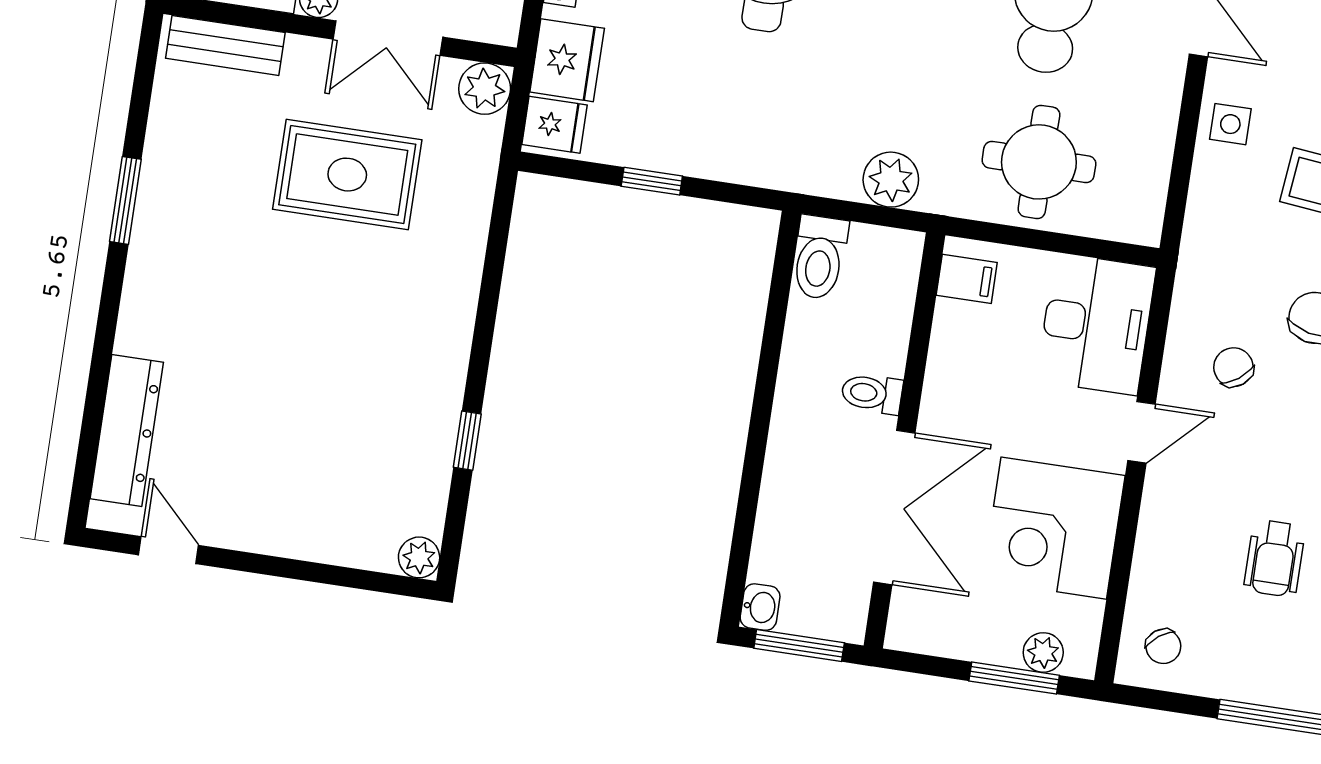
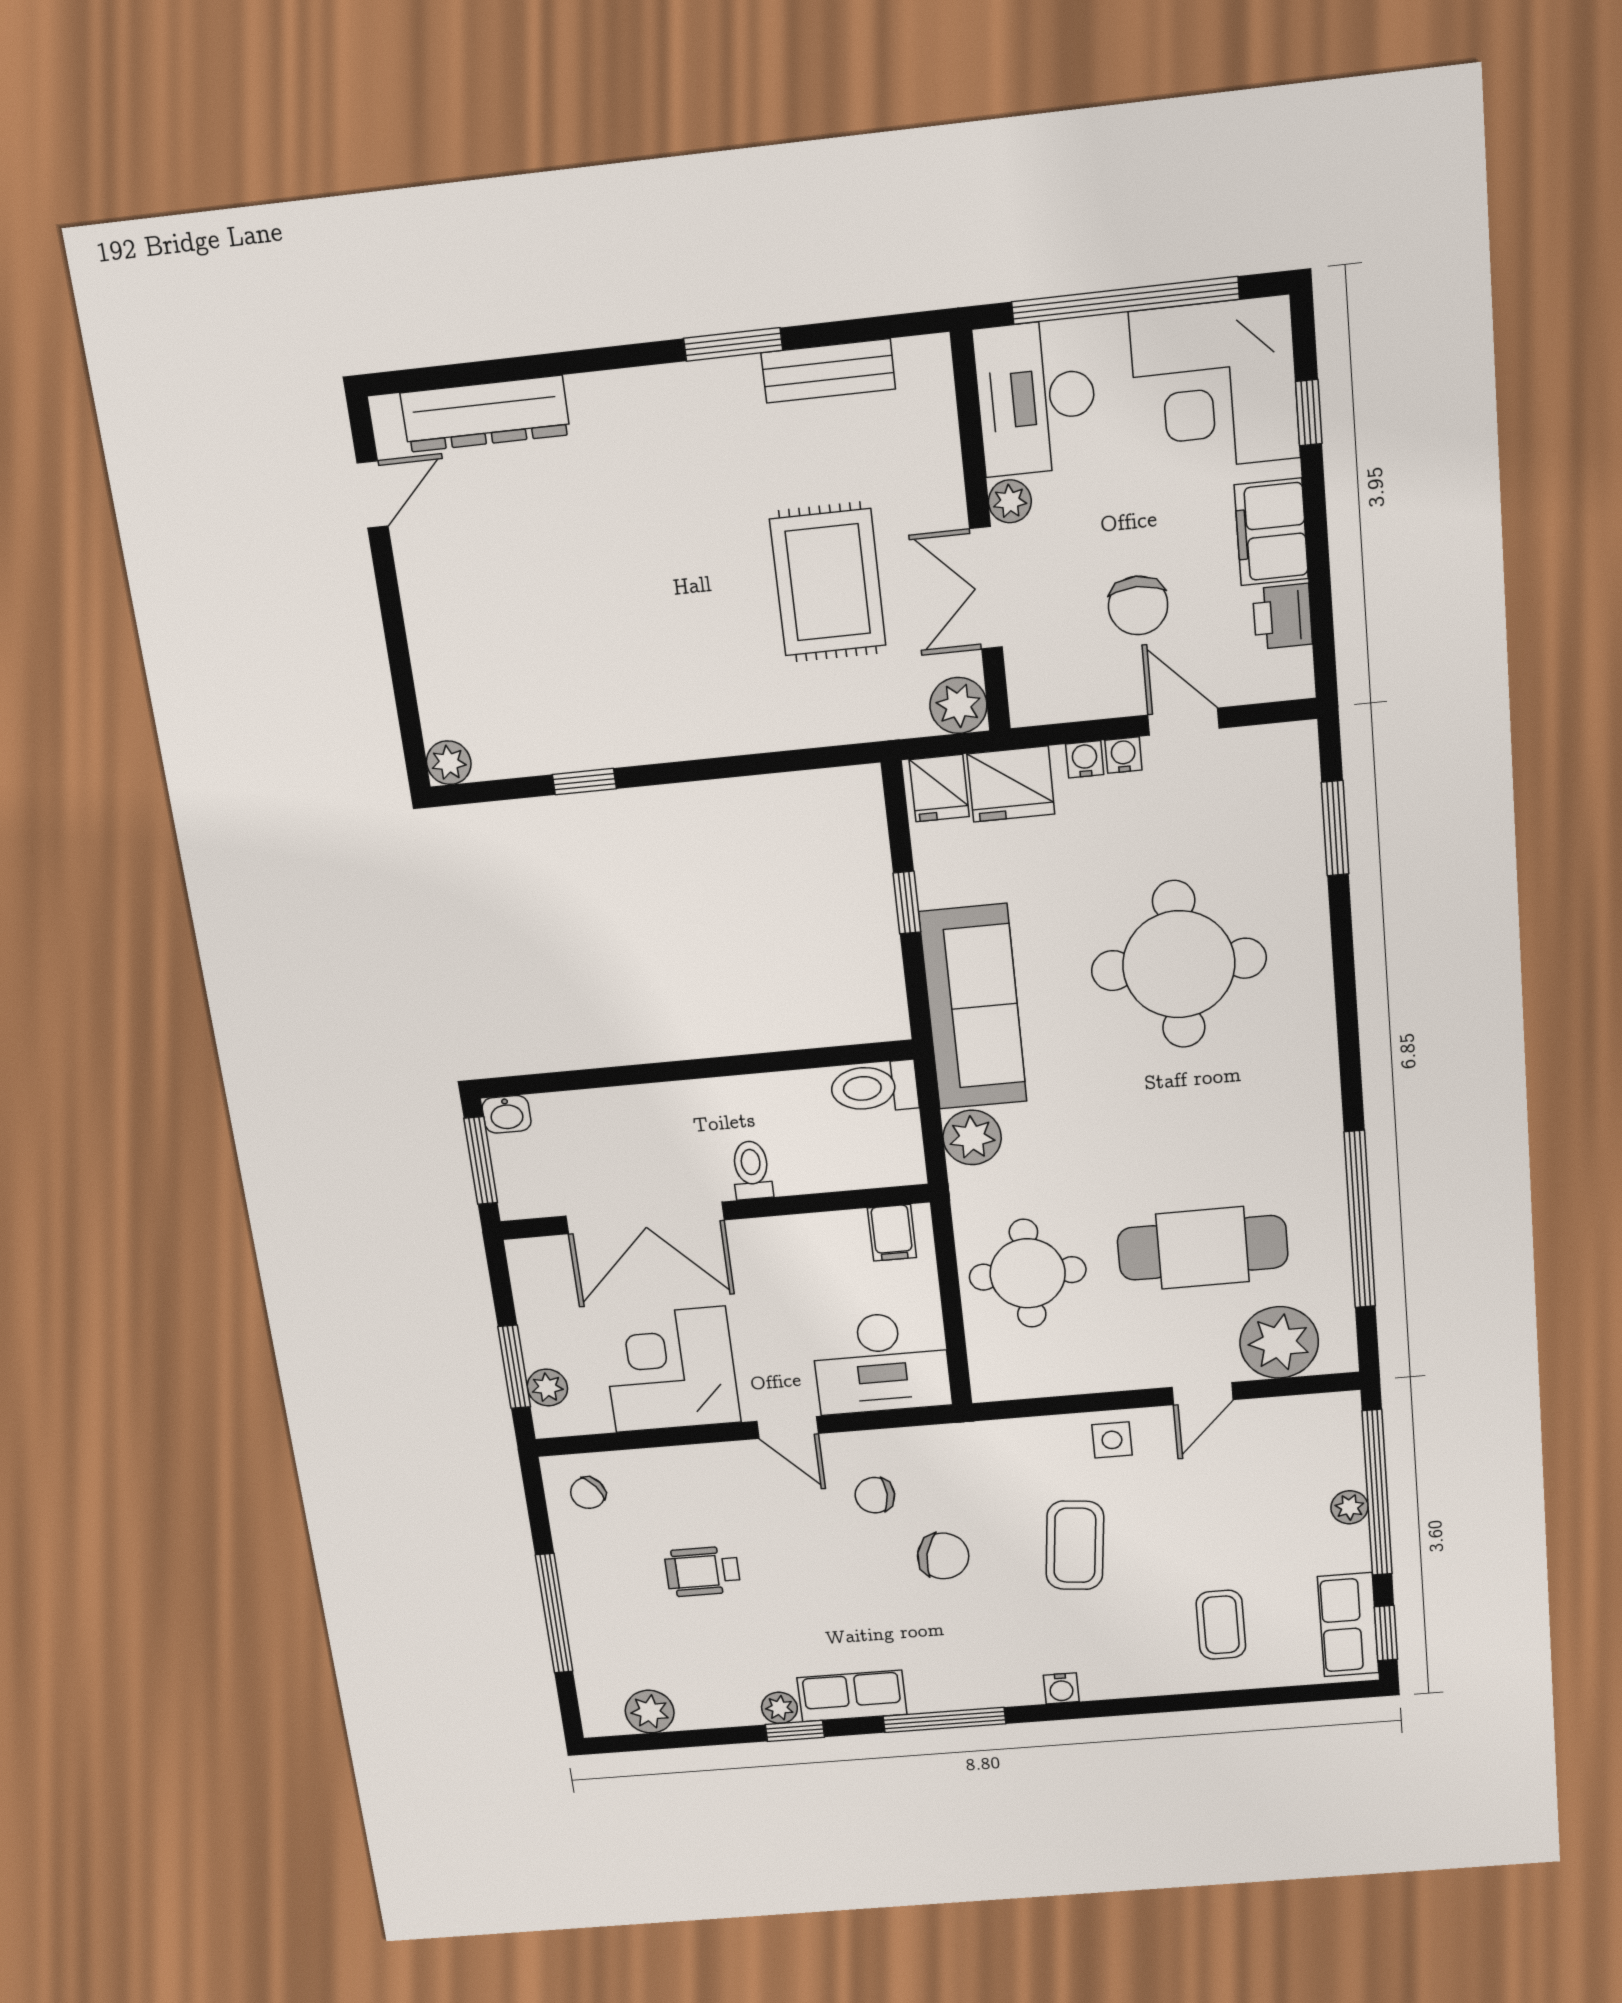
bench: (225, 45) -> (828, 371), moved, turned 90
sofa: (765, 147) -> (973, 1007), added
chair: (1233, 367) -> (875, 1495), turned -143

